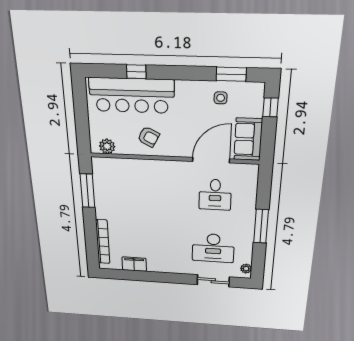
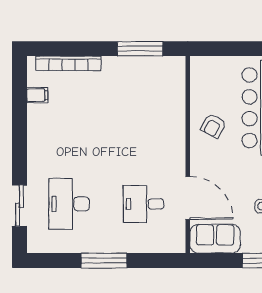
plant: (107, 146) -> (200, 76), removed
filing cabinet: (134, 264) -> (37, 95), width x0.50
plant: (246, 269) -> (42, 246), removed

